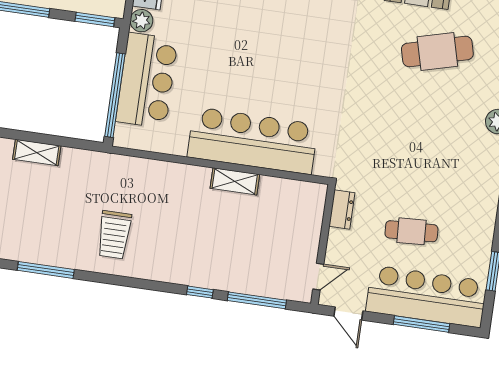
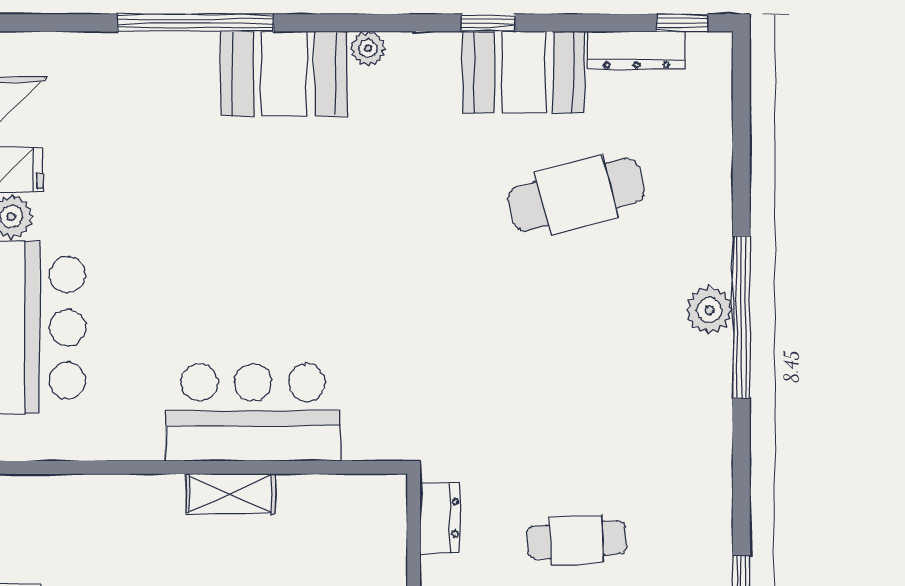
bar counter: (253, 141) -> (253, 413), width x0.73

